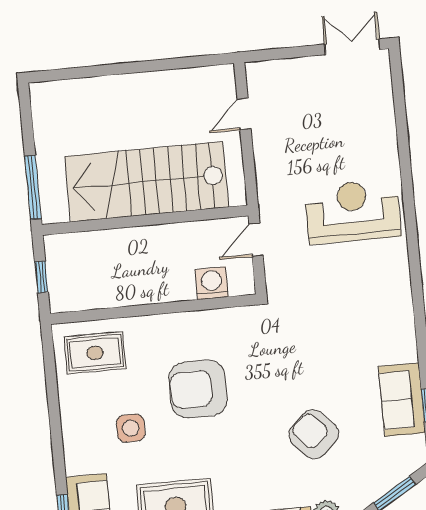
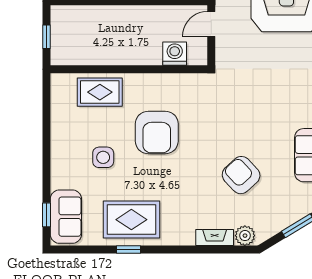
rug: (95, 353) -> (100, 92), moved
armchair: (198, 389) -> (157, 132), turned -90

